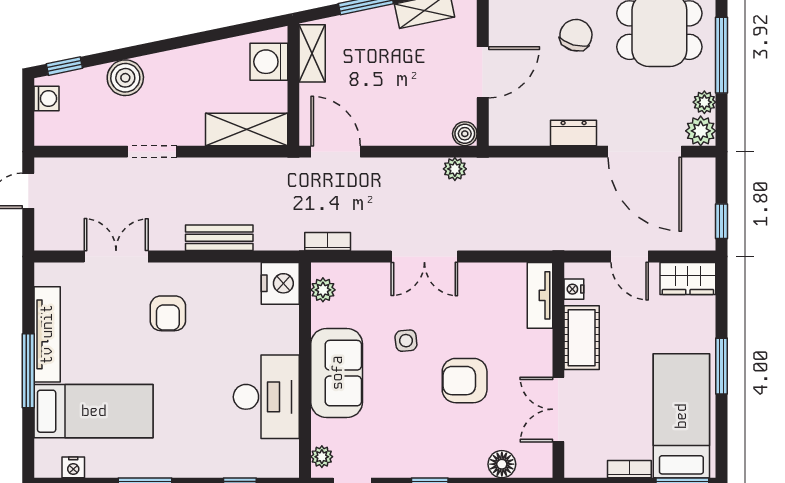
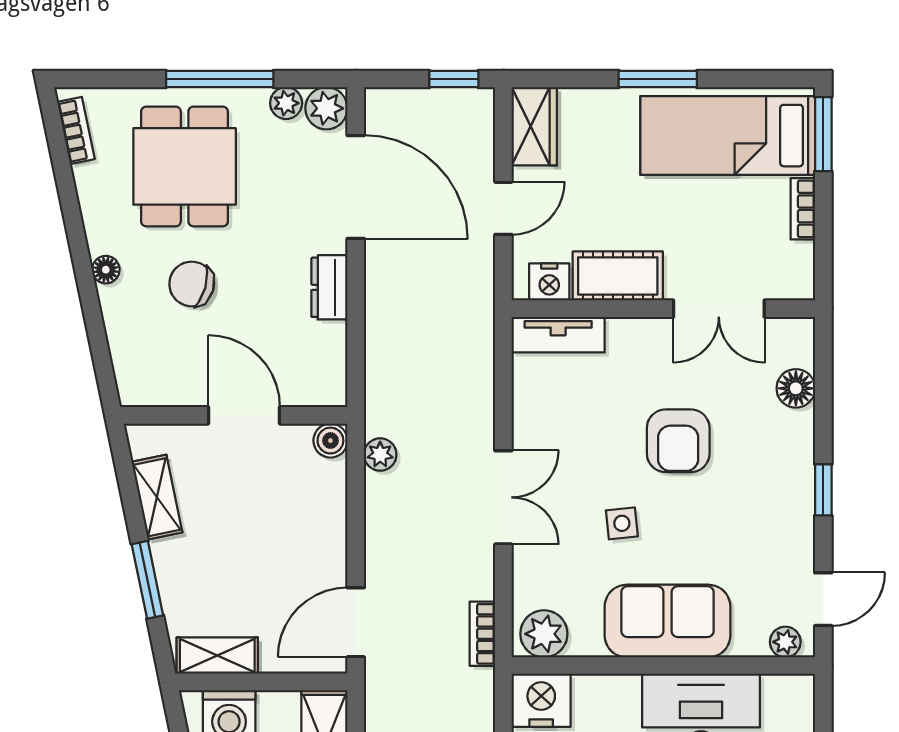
door: (645, 152) -> (356, 187), hinge flipped
nightstand: (574, 289) -> (549, 282), width x1.39, depth x1.35
plant: (323, 290) -> (544, 634), width x1.38, depth x1.38

